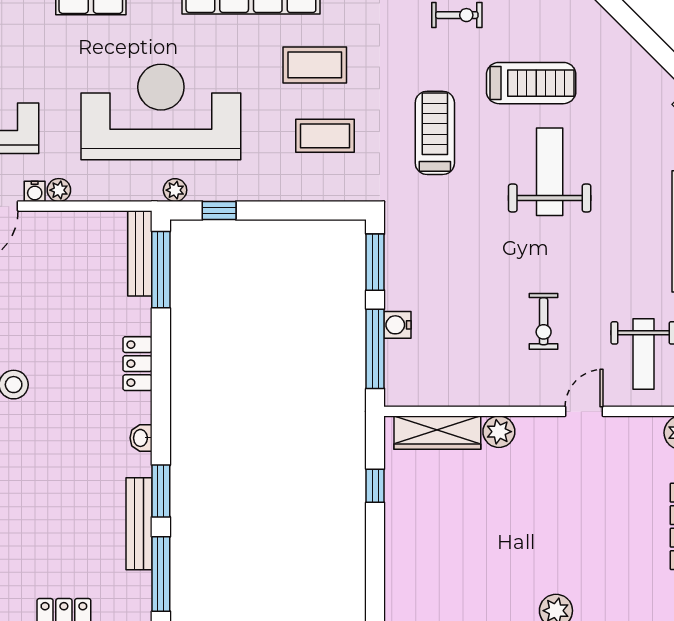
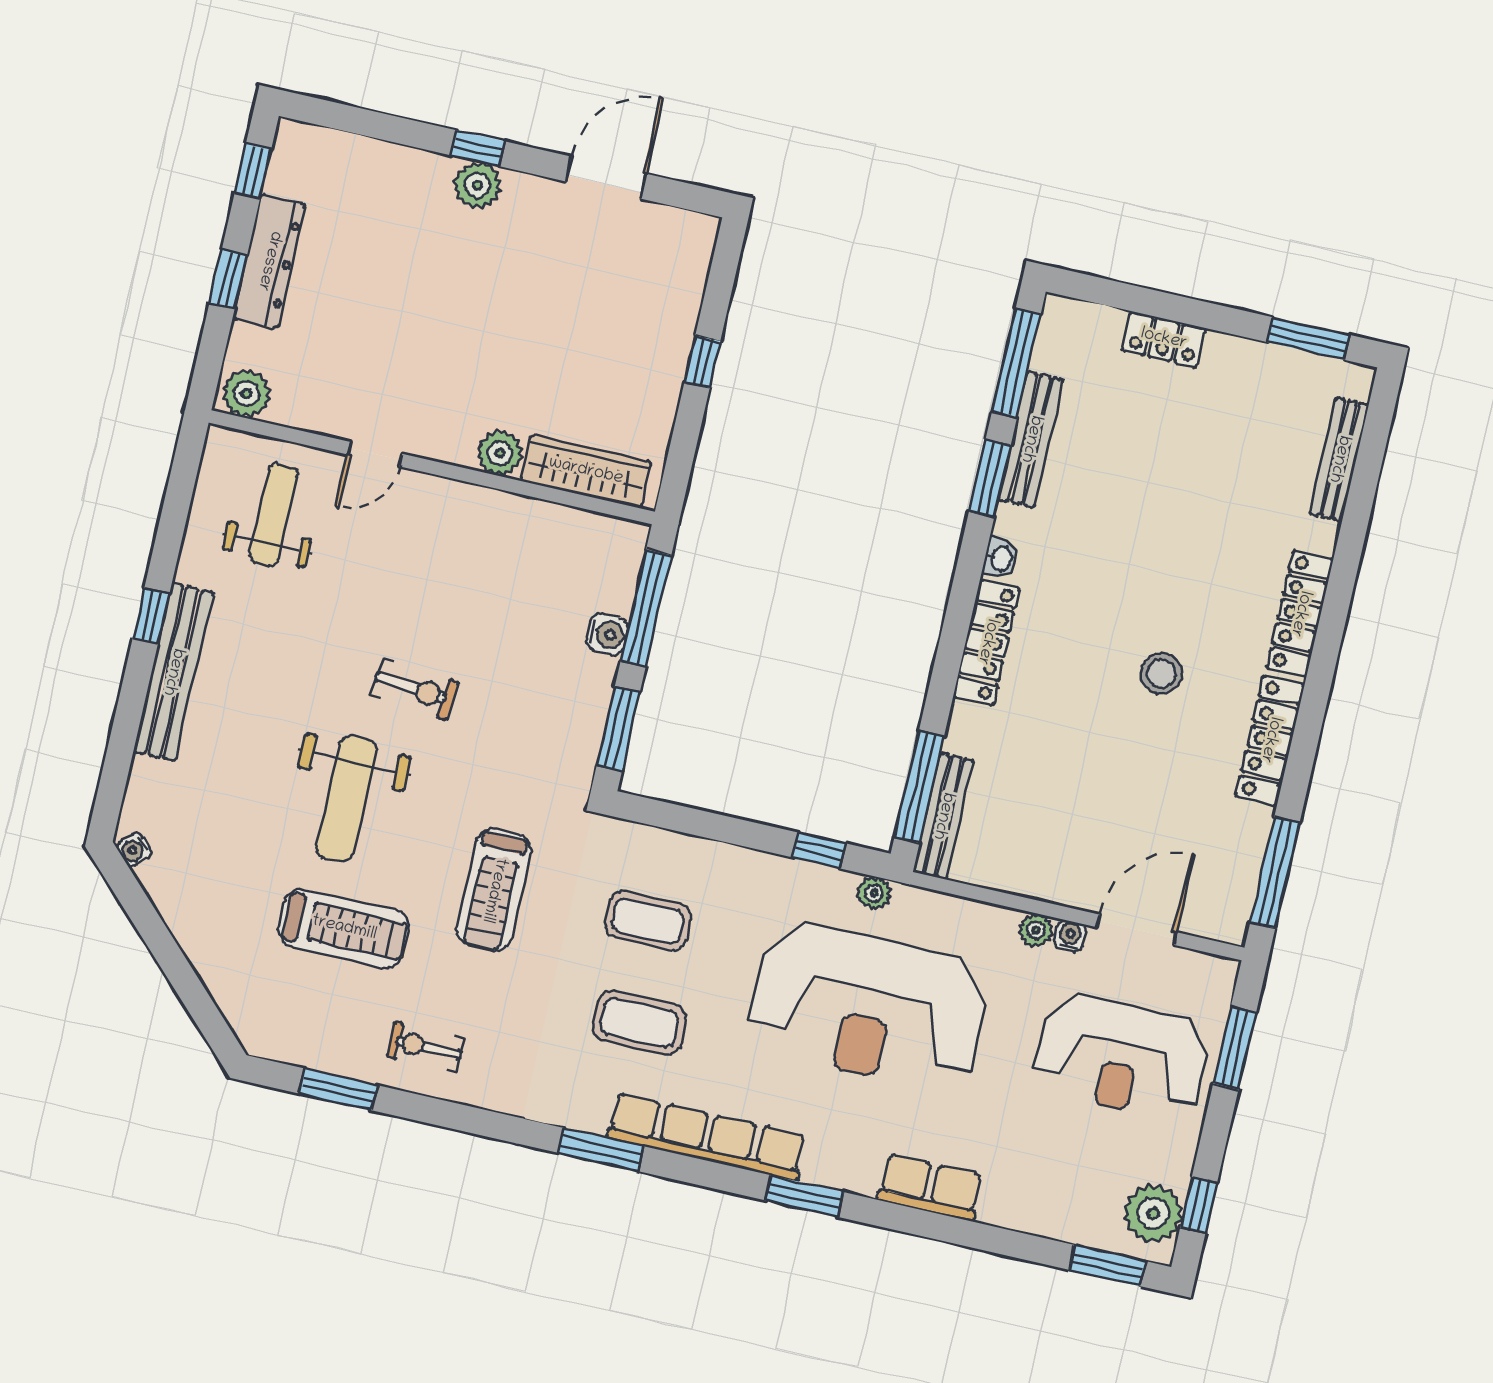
treadmill: (531, 83) -> (344, 928), turned 180
exercise bike: (544, 321) -> (414, 689), moved, turned 96
locker: (137, 364) -> (987, 642), width x1.53
window: (375, 486) -> (702, 362), moved

